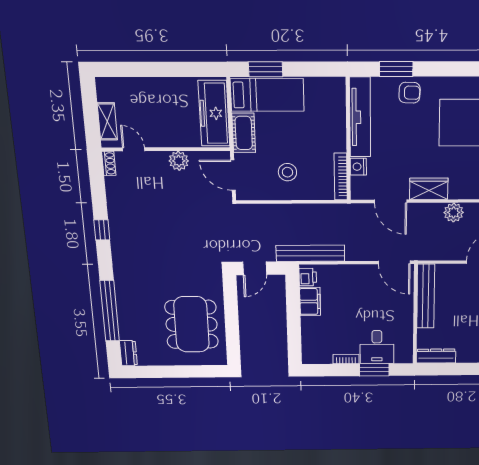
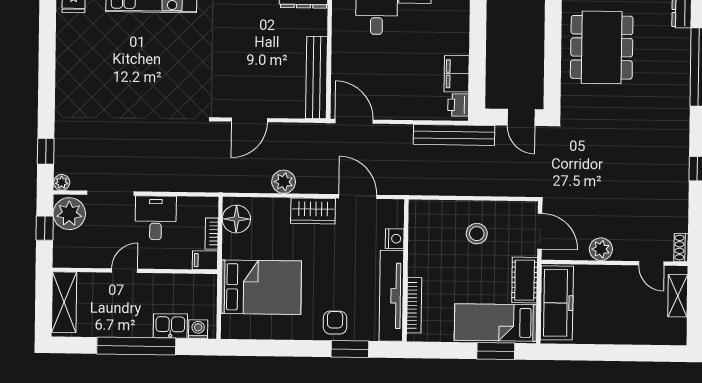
armchair: (410, 93) -> (335, 323), turned 88
bookcase: (341, 177) -> (414, 305), moved
door: (255, 268) -> (521, 117), swing flipped

